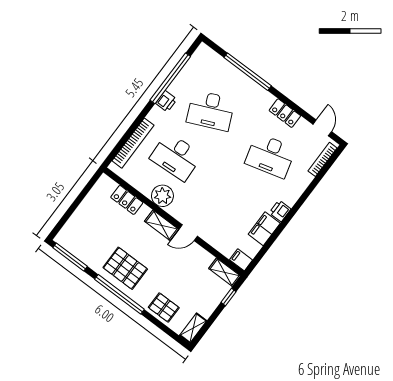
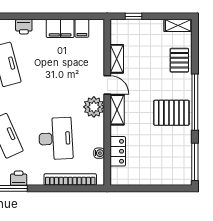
water cooler: (137, 183) -> (99, 153), added
plant: (162, 196) -> (94, 107), moved
printer: (280, 211) -> (24, 27), moved
filing cabinet: (241, 260) -> (82, 28), moved
pallet: (125, 268) -> (171, 113), turned 90
shelving: (225, 272) -> (117, 59), moved

